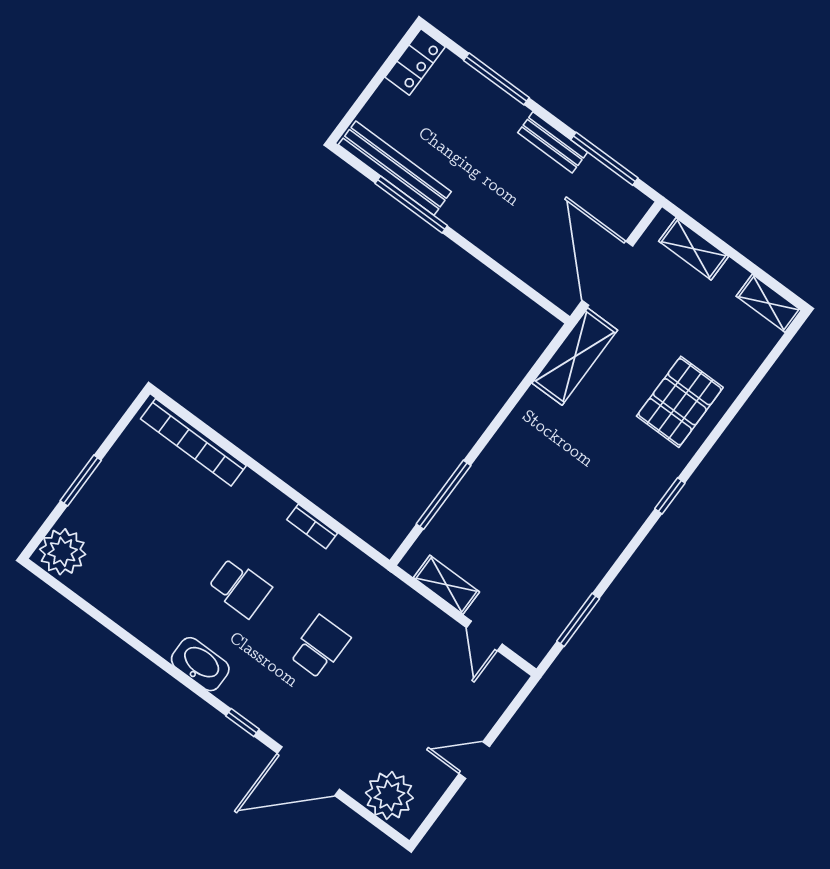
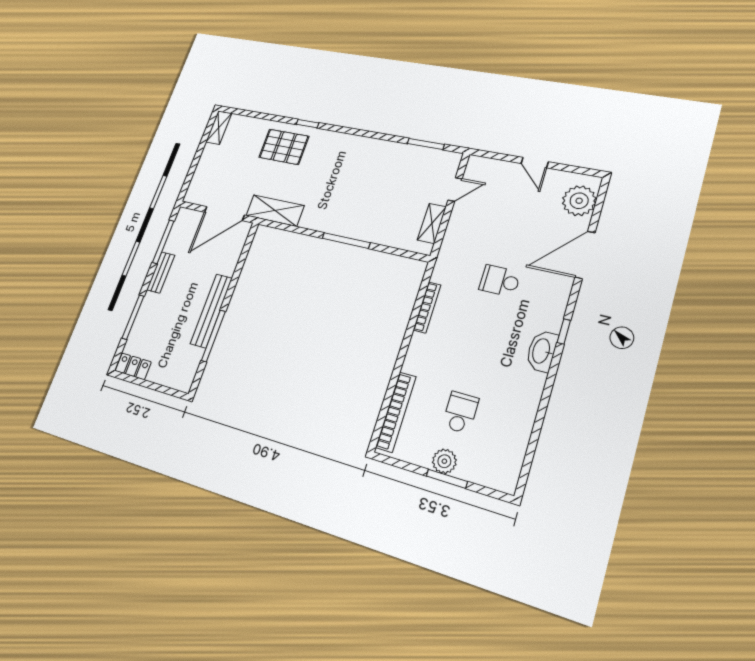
bench: (395, 168) -> (211, 311), moved
shelving: (694, 249) -> (200, 176), removed
window: (444, 495) -> (346, 241), moved
window: (670, 496) -> (308, 124), moved
bookcase: (312, 526) -> (427, 307), width x1.56
plant: (63, 552) -> (444, 461), moved, width x0.73, depth x0.73
school desk: (240, 588) -> (460, 412), moved
window: (242, 722) -> (564, 331), moved
door: (308, 771) -> (585, 255), swing flipped

